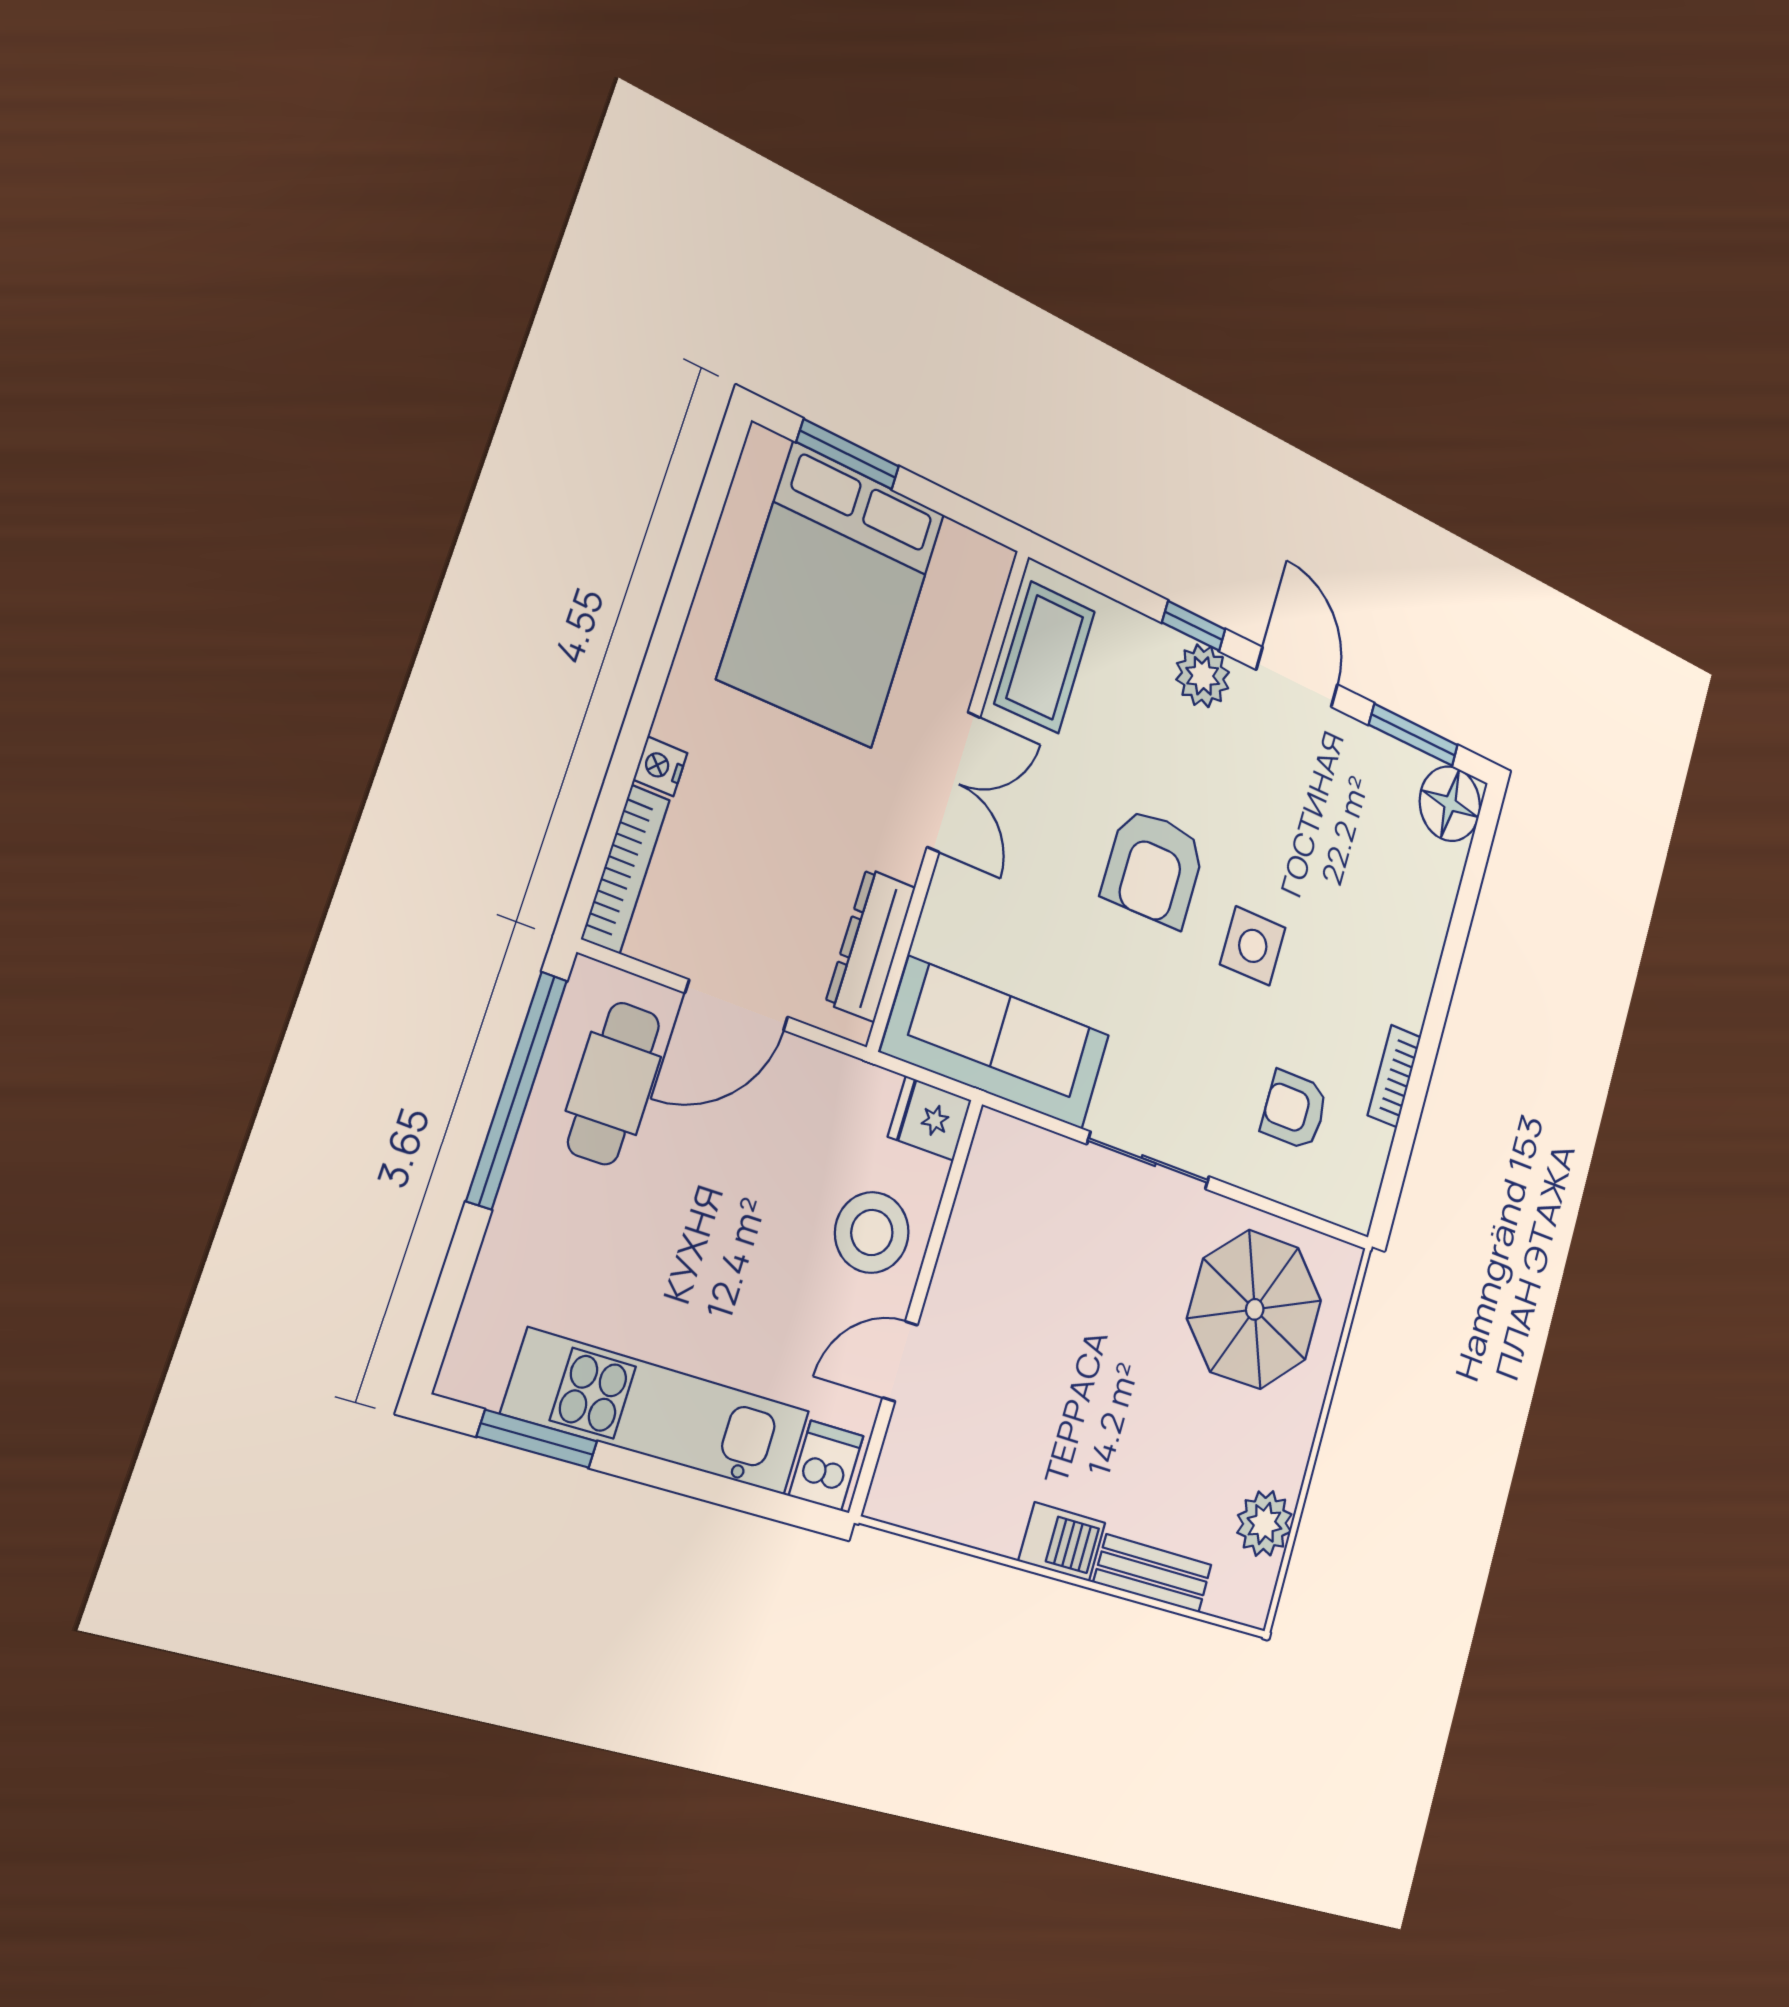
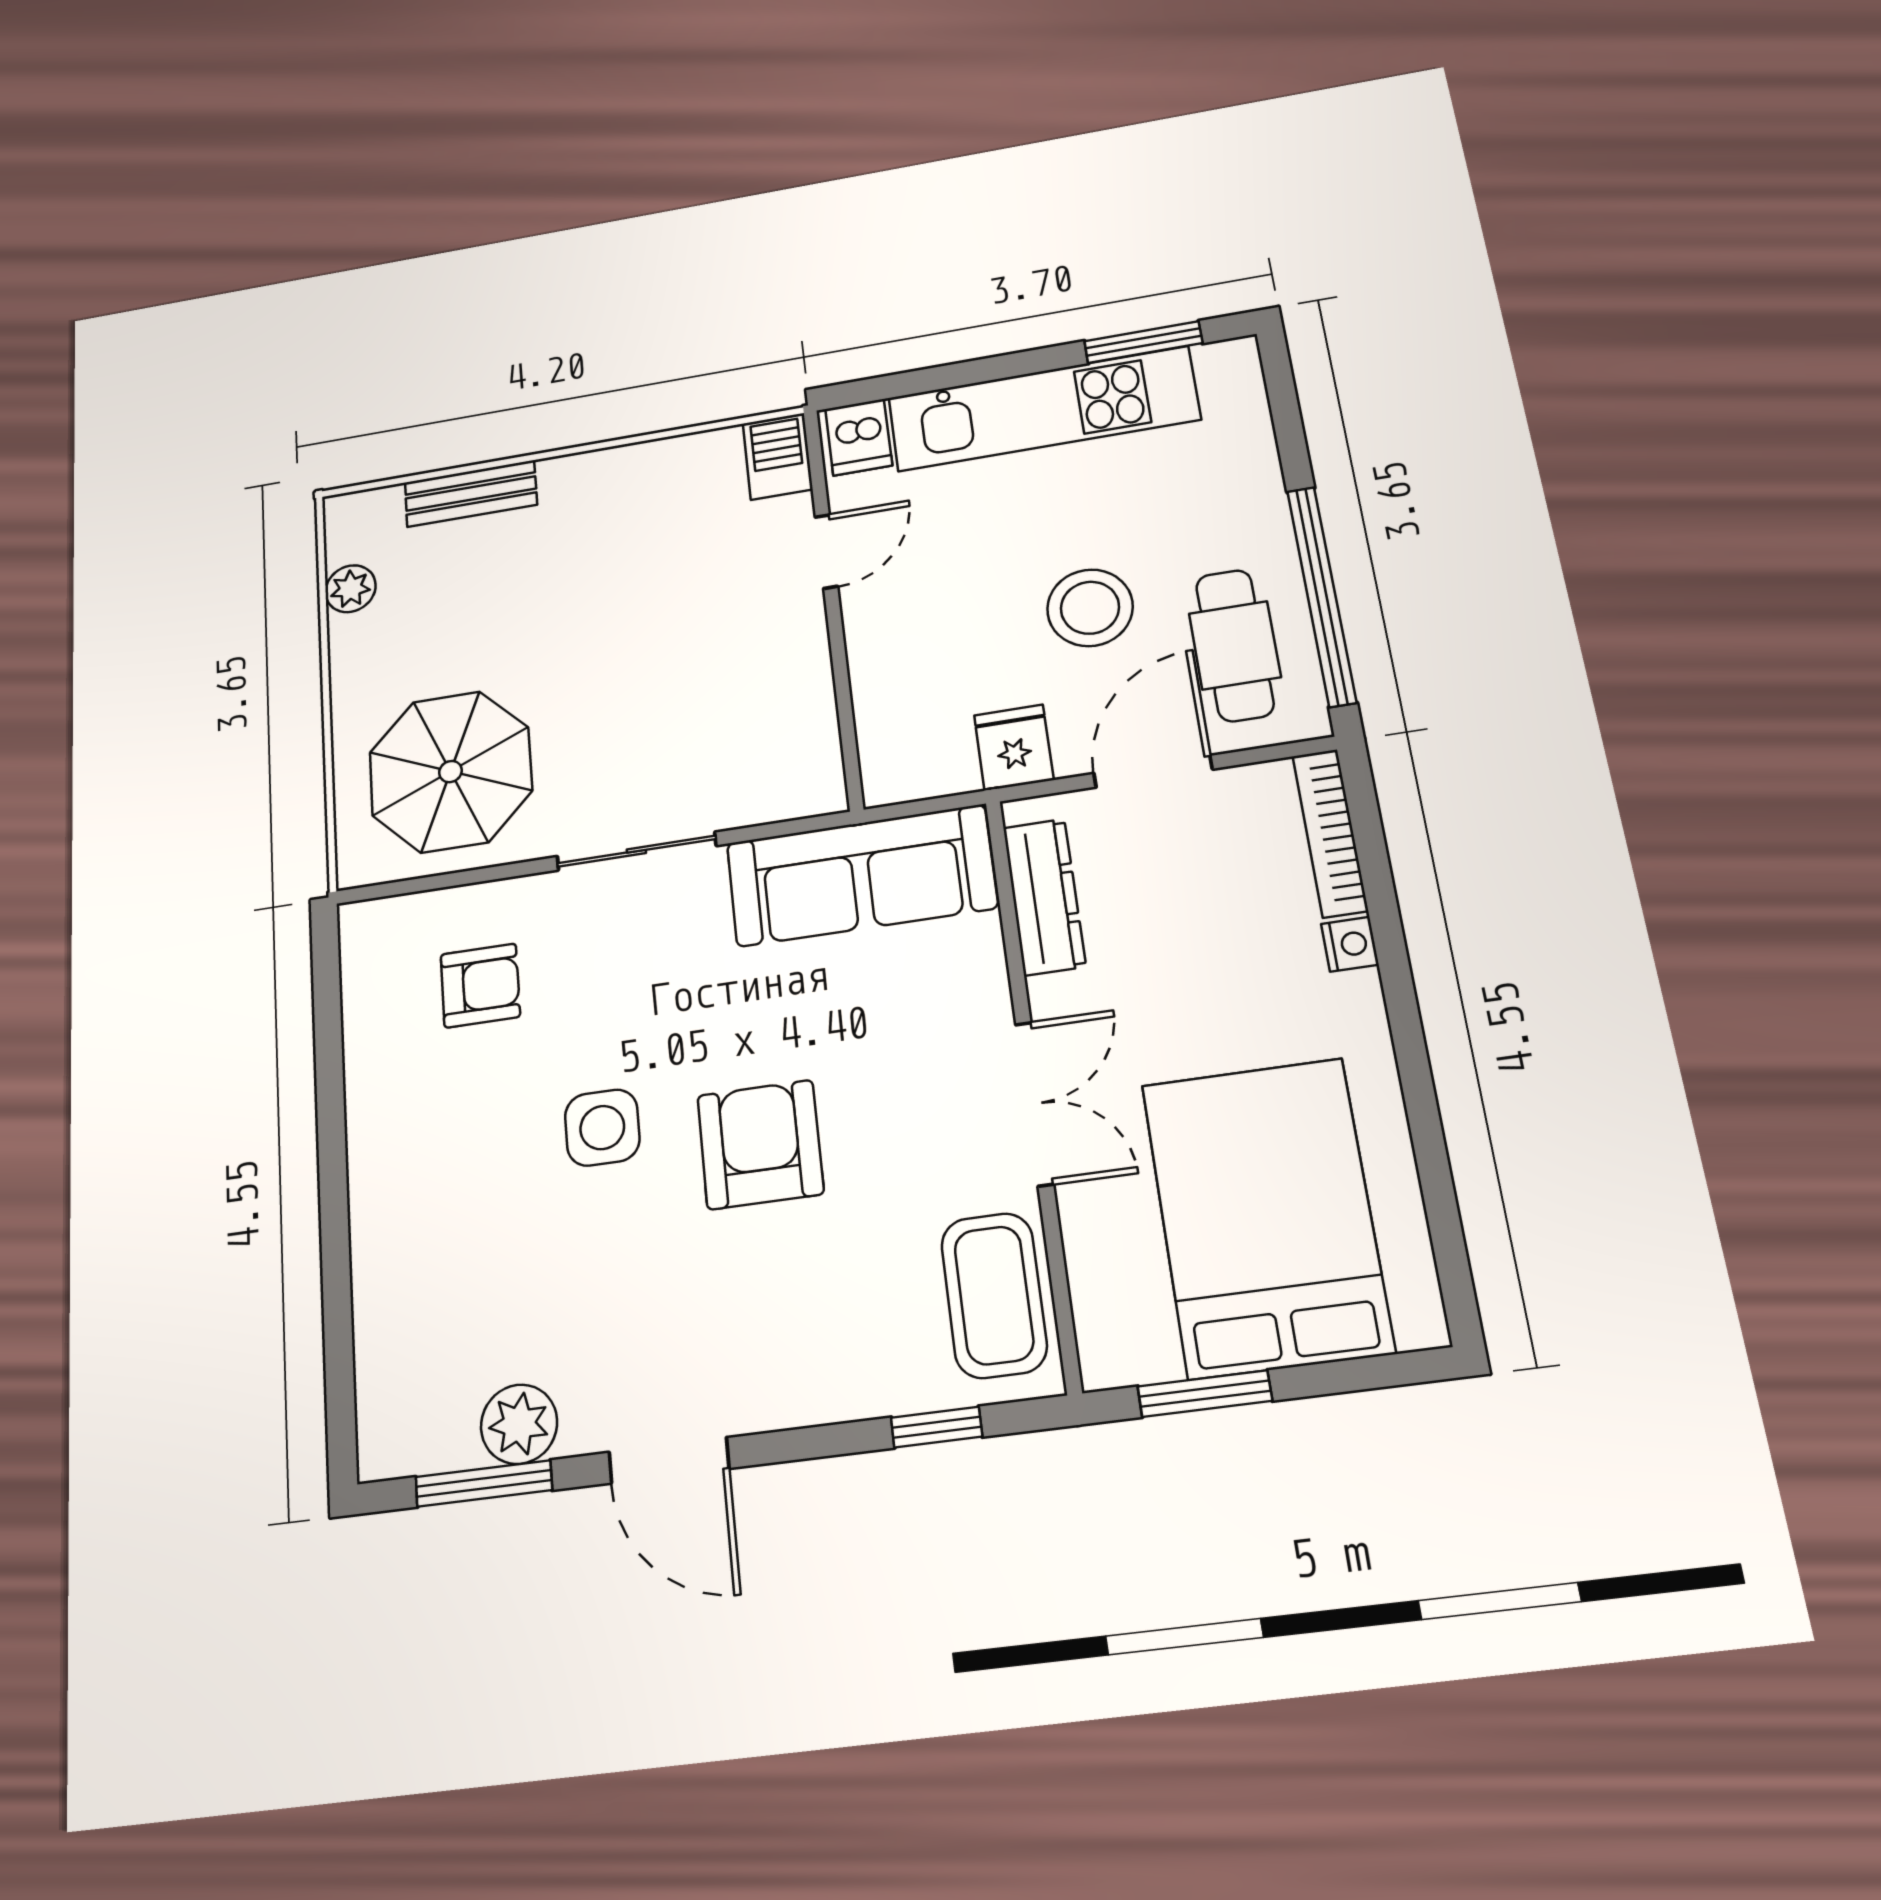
window: (848, 454) -> (1205, 1394), moved
window: (1194, 626) -> (937, 1427), moved
plant: (1203, 676) -> (519, 1424), moved
double door: (954, 782) -> (1035, 1104), swing flipped
floor lamp: (1450, 804) -> (402, 1430), removed
bookcase: (1394, 1076) -> (365, 1084), removed
fridge: (930, 1118) -> (1014, 748), moved, turned -90
stool: (872, 1233) -> (1090, 608), moved
plant: (1264, 1523) -> (350, 589), width x0.73, depth x0.73
barbecue: (1062, 1542) -> (778, 456), moved, turned 90

